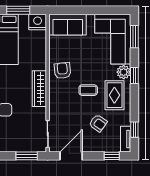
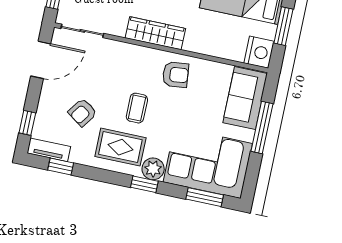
window: (84, 10) -> (262, 127), added
door: (71, 156) -> (41, 60), hinge flipped

